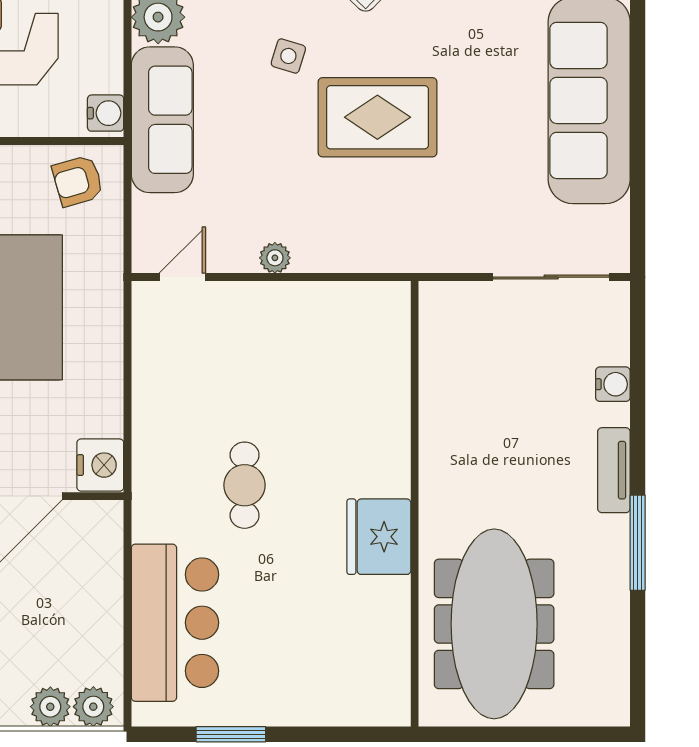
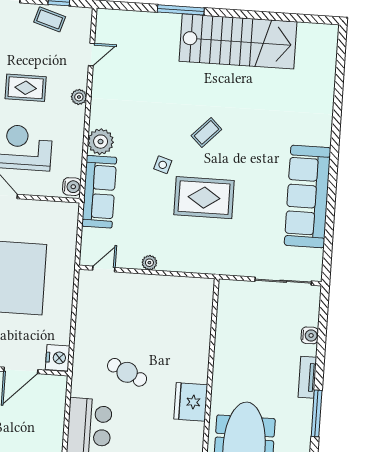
armchair: (78, 181) -> (56, 219), removed
cafe table: (245, 485) -> (127, 372), turned -65

